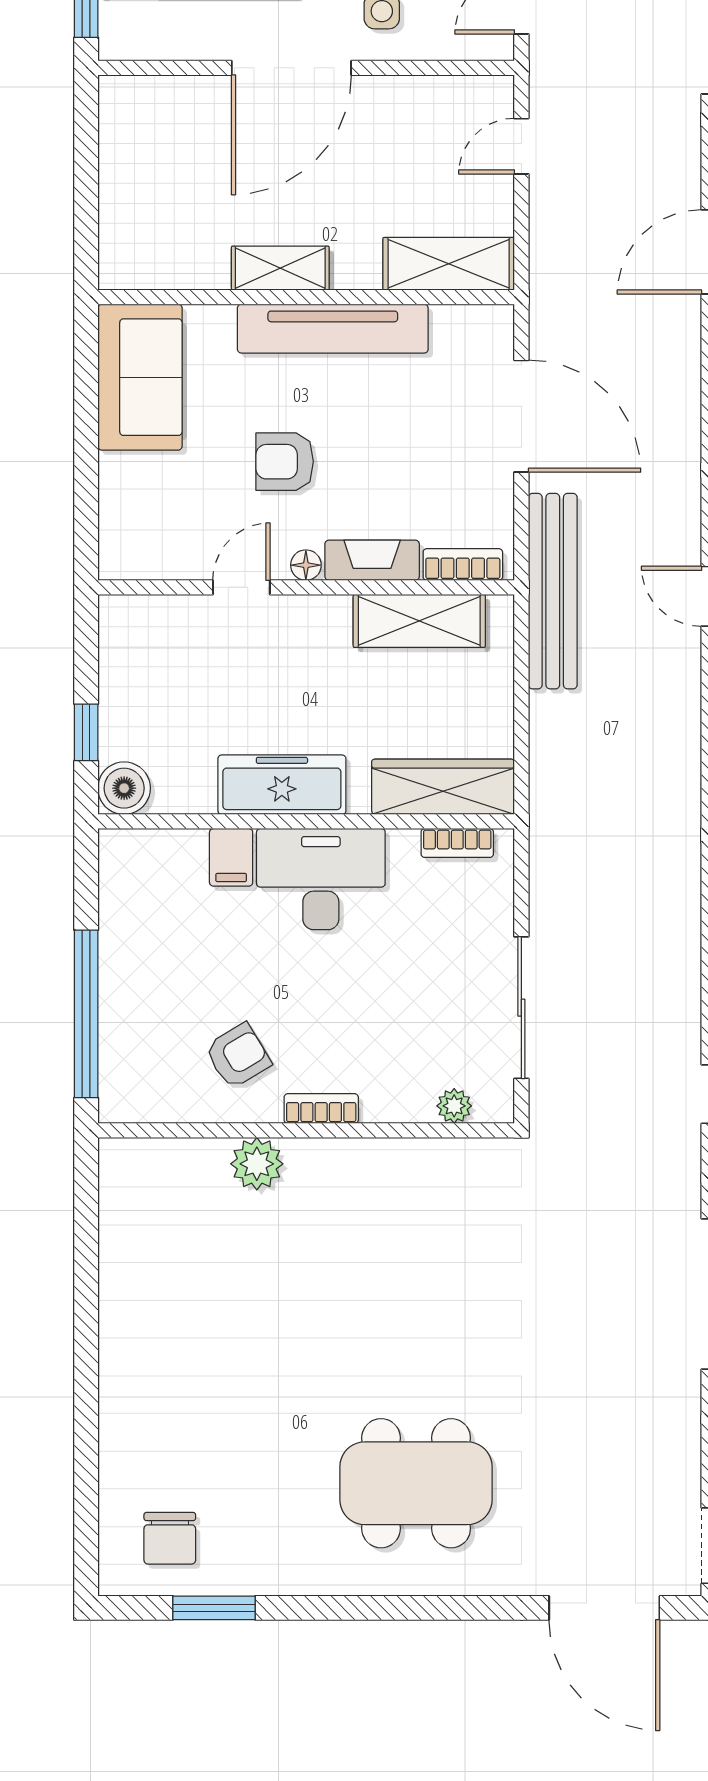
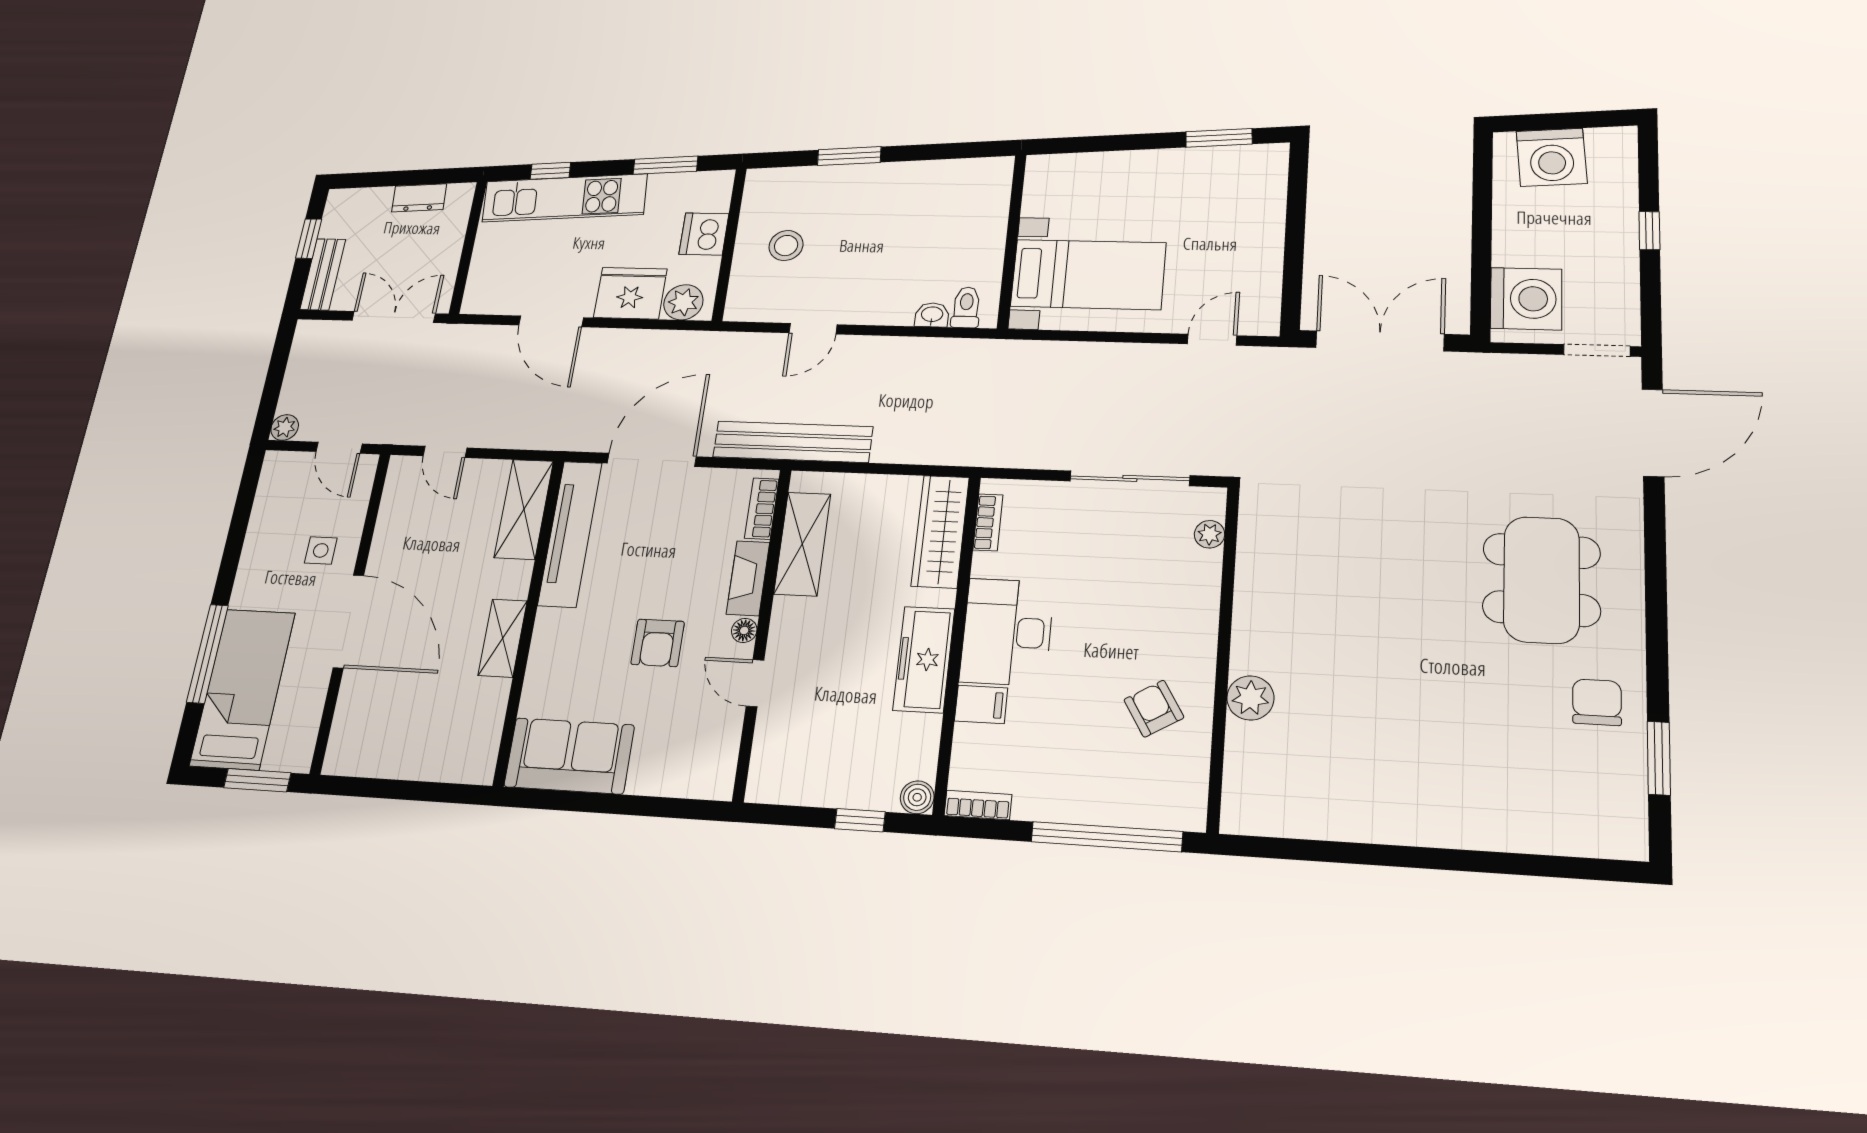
tv unit: (333, 329) -> (570, 534), moved
boiler: (124, 788) -> (917, 797), width x0.73, depth x0.73
bookcase: (321, 1109) -> (978, 805), moved, turned 90
chair: (170, 1538) -> (1597, 702), moved, turned -90

